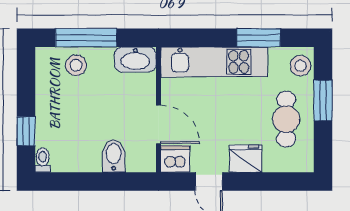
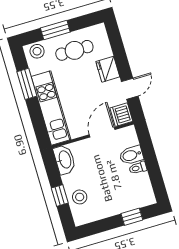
window: (86, 38) -> (60, 196), width x0.46
toilet: (43, 160) -> (138, 168), moved

